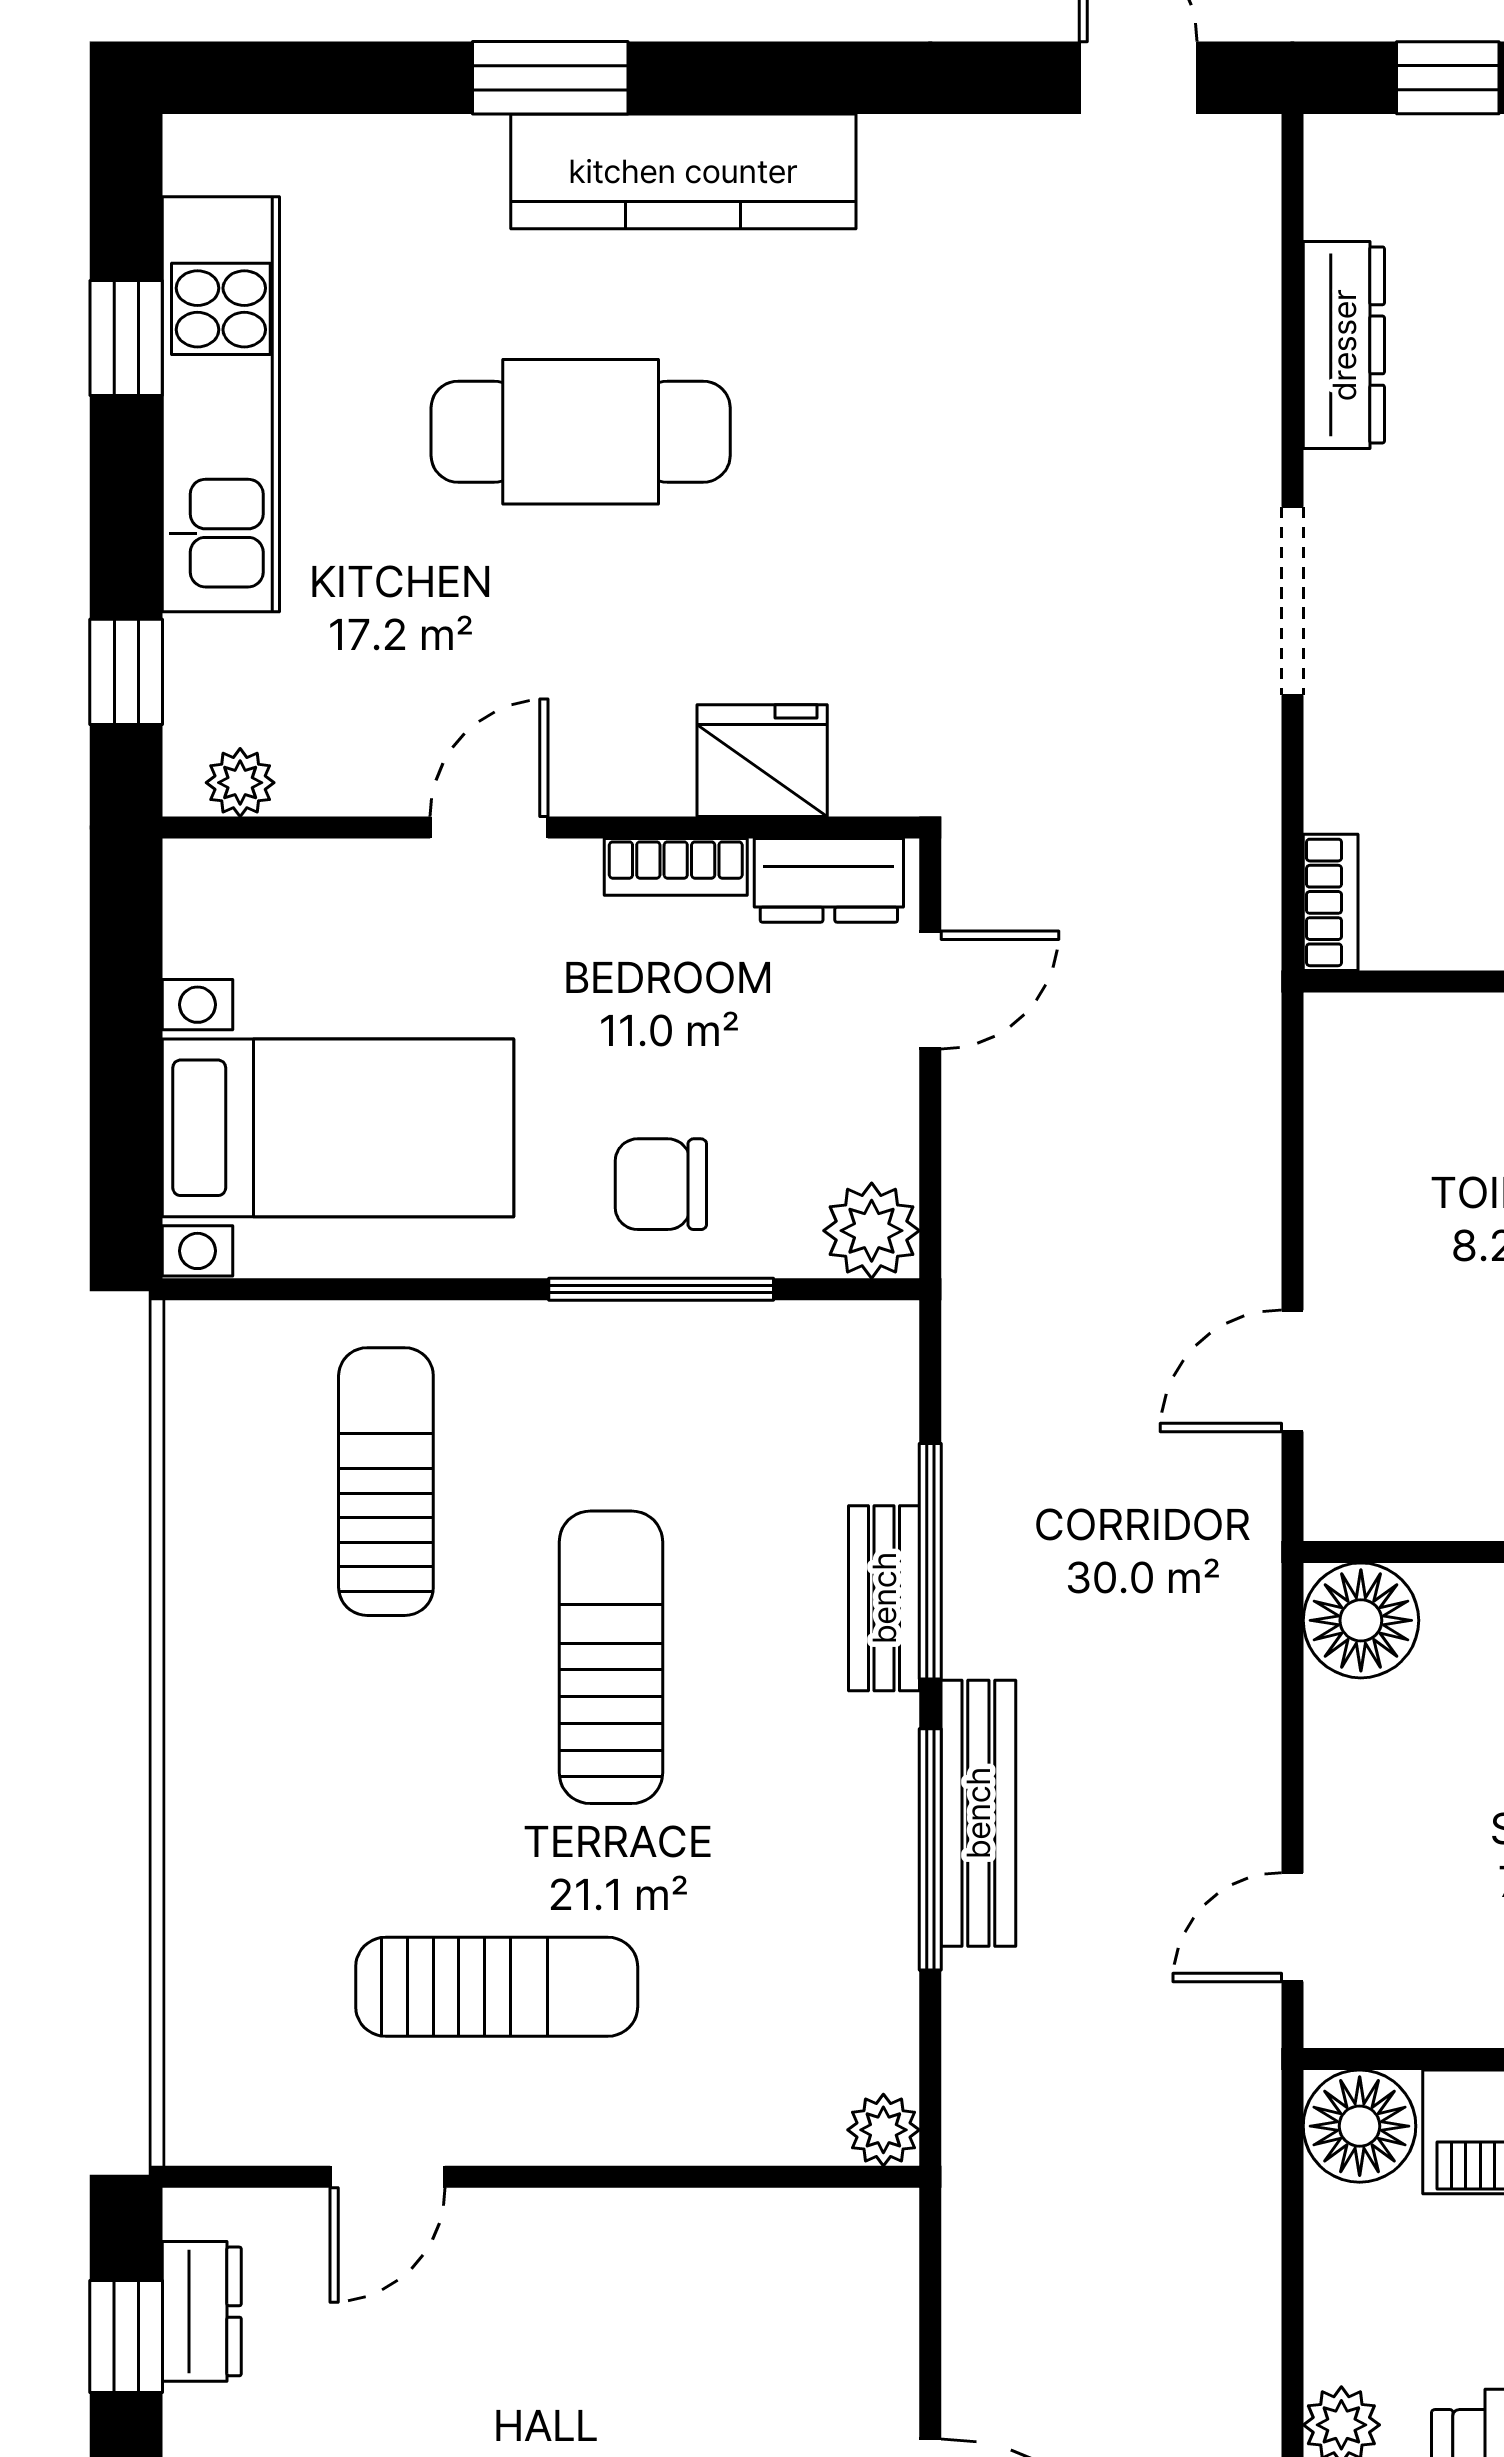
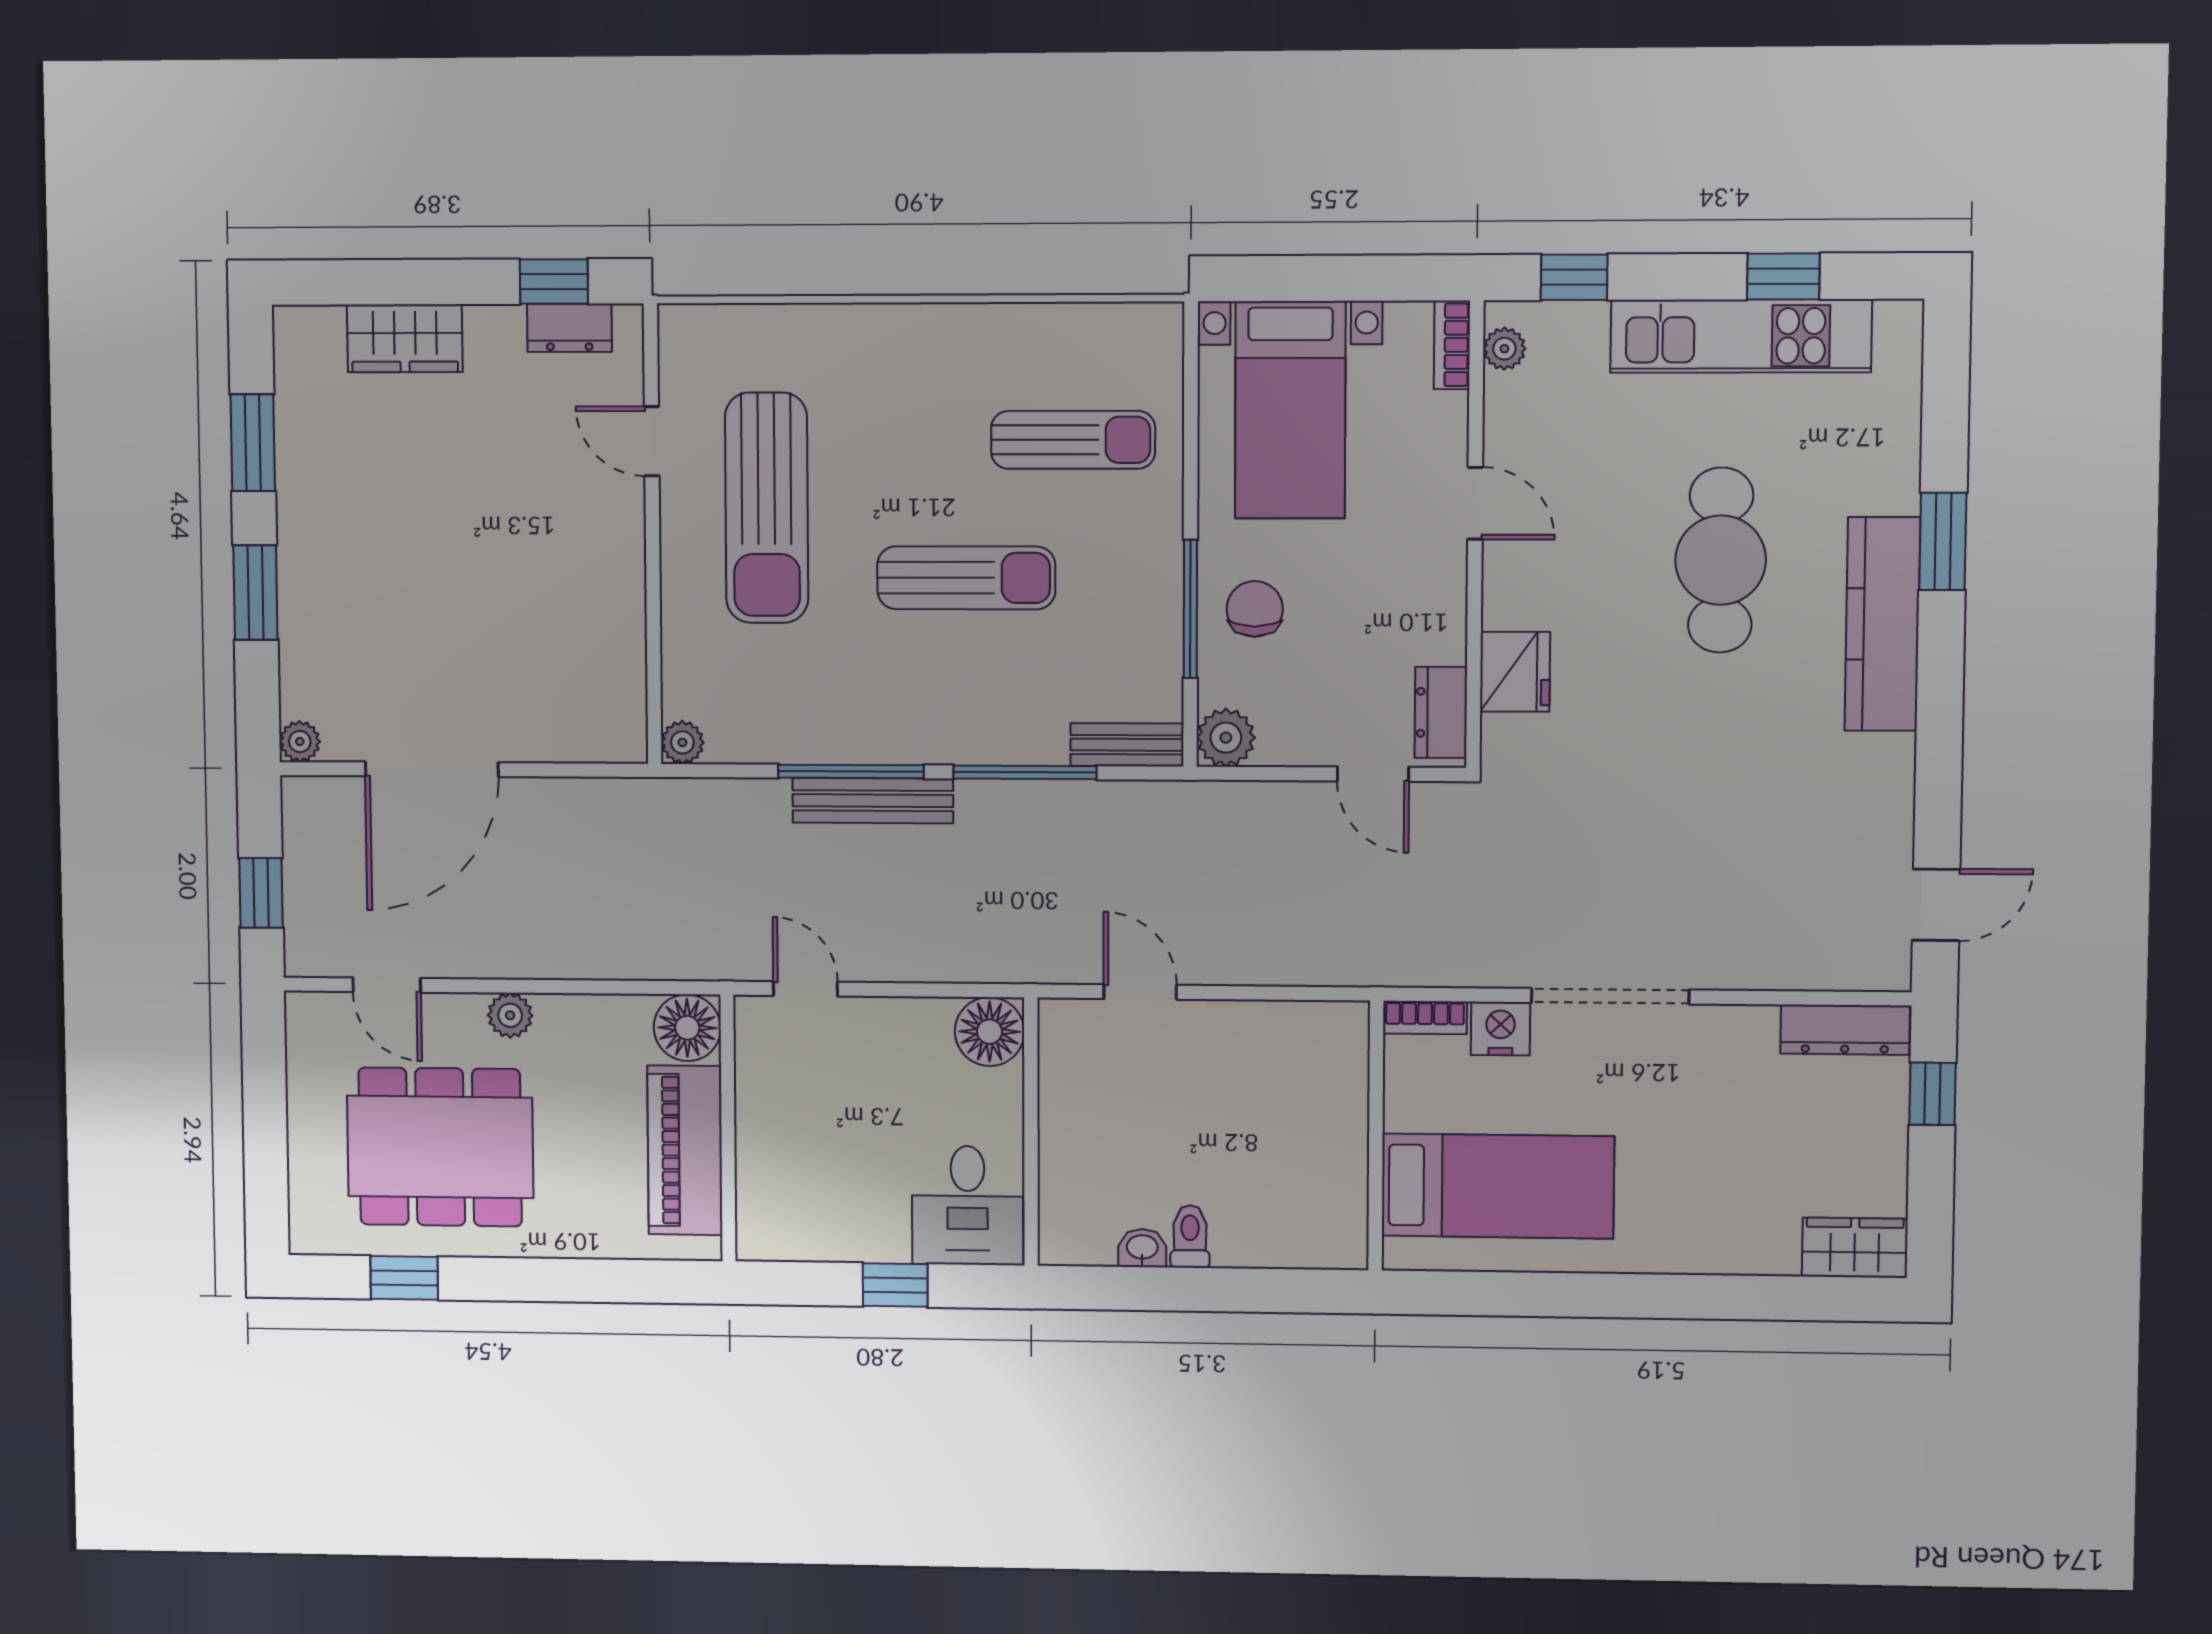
dresser: (1344, 345) -> (1845, 1030), moved
doorway: (1292, 601) -> (1610, 996), width x1.36
nightstand: (1348, 779) -> (1500, 1029), added
bookcase: (676, 867) -> (1452, 345), moved
bench: (884, 1598) -> (1127, 745), moved
sun lounger: (497, 1987) -> (767, 508), width x1.36, depth x1.34

